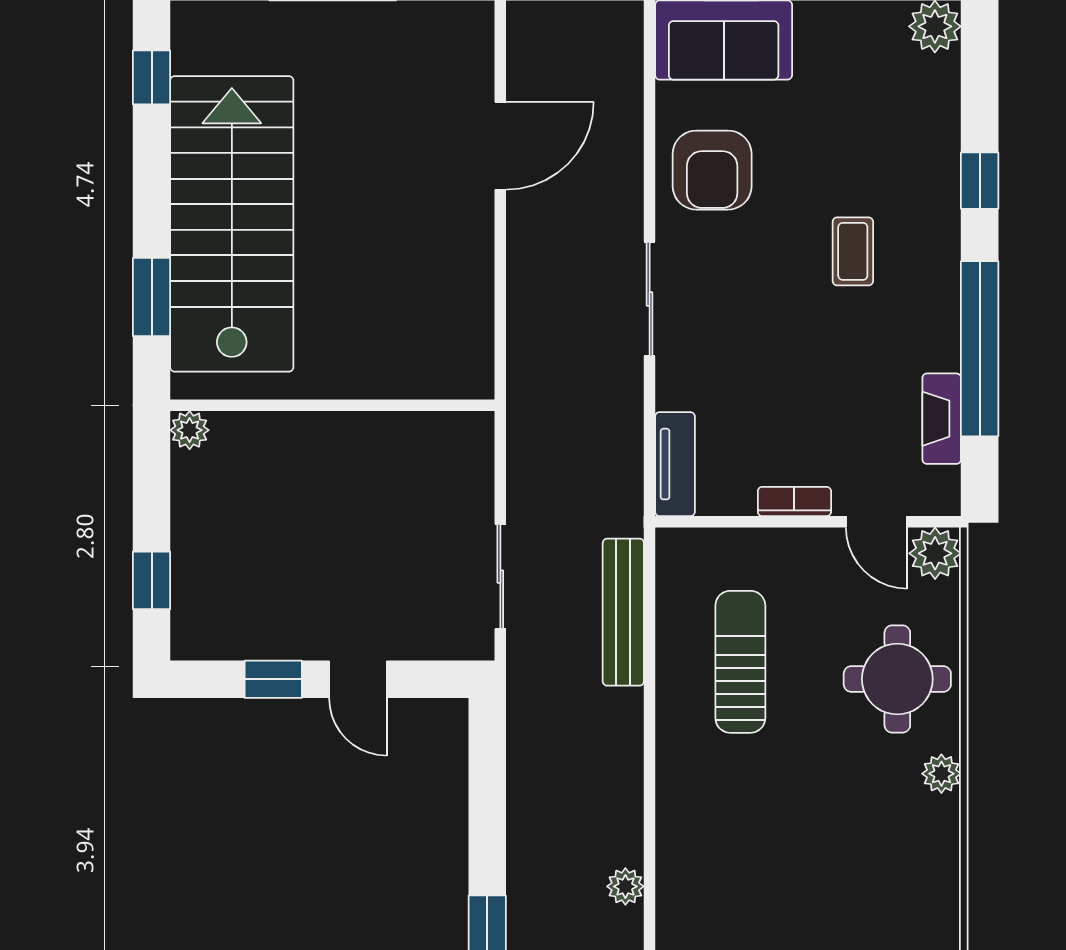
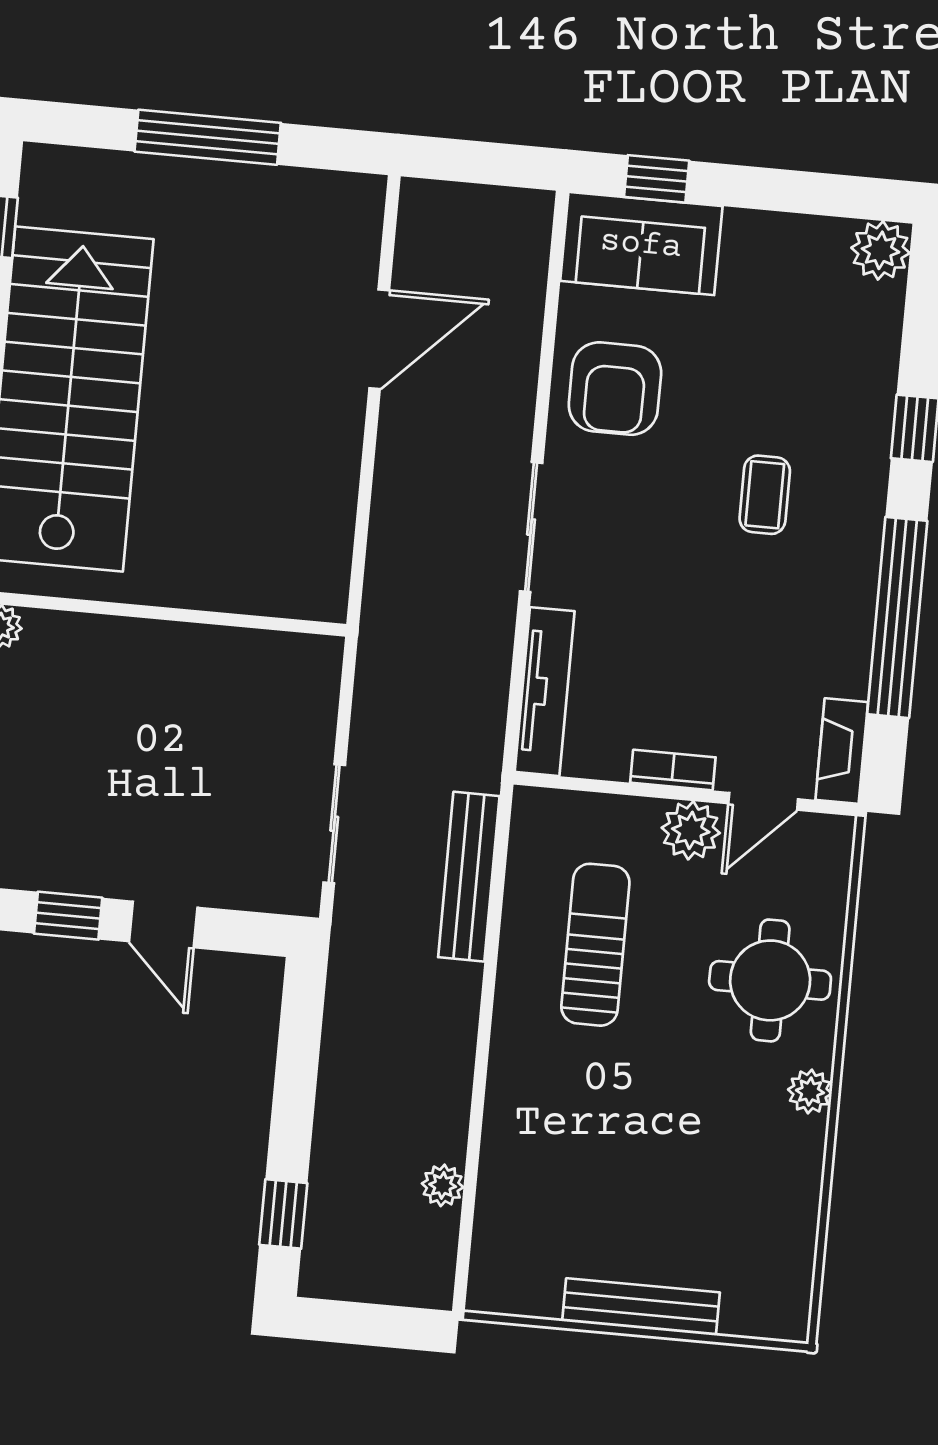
fireplace: (942, 419) -> (842, 751), moved
tv unit: (675, 464) -> (545, 692), width x1.41
door: (877, 522) -> (763, 801), hinge flipped
plant: (935, 553) -> (691, 830), moved

